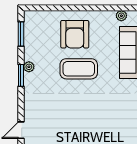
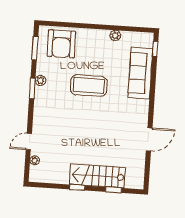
plant: (121, 16) -> (115, 36), moved
armchair: (75, 34) -> (61, 44), moved

